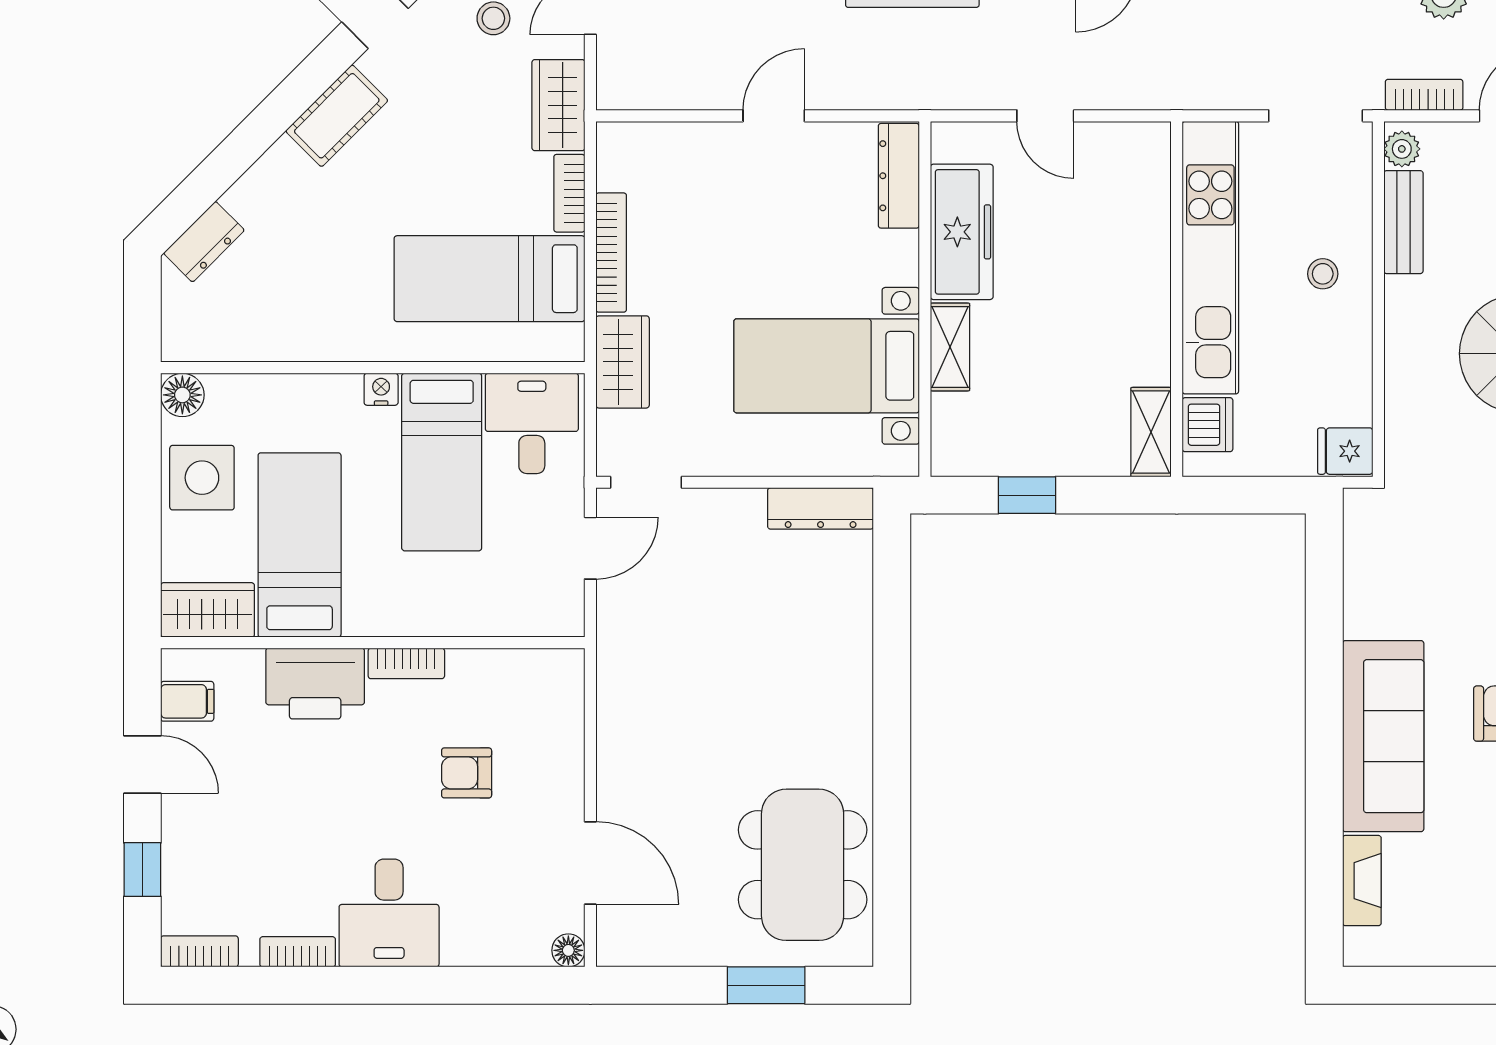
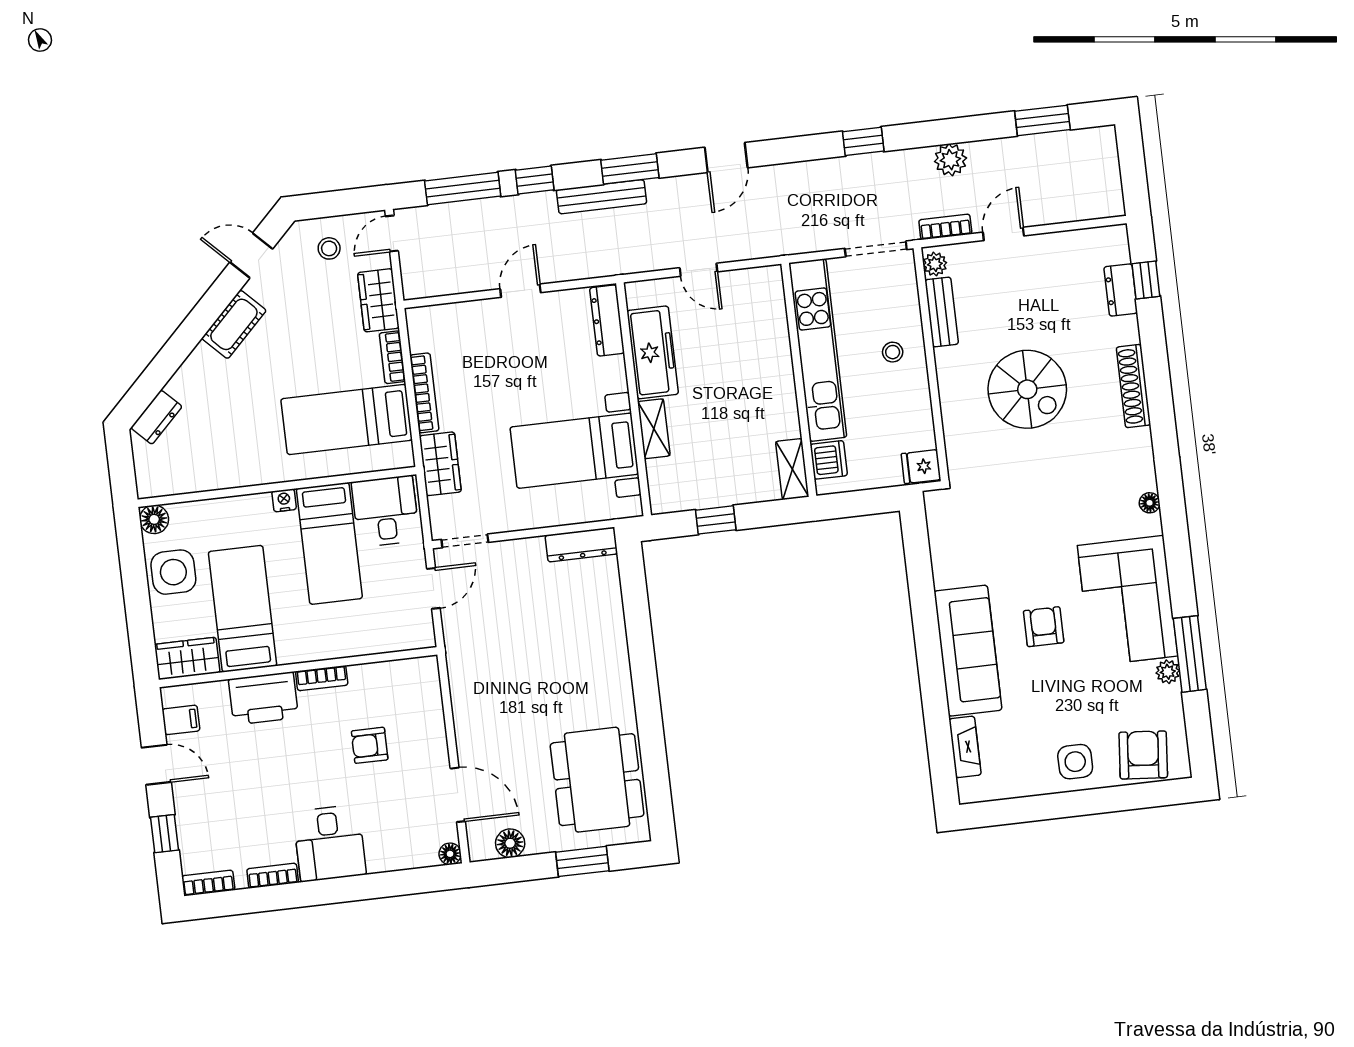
floor lamp: (661, 945) -> (510, 843), added

